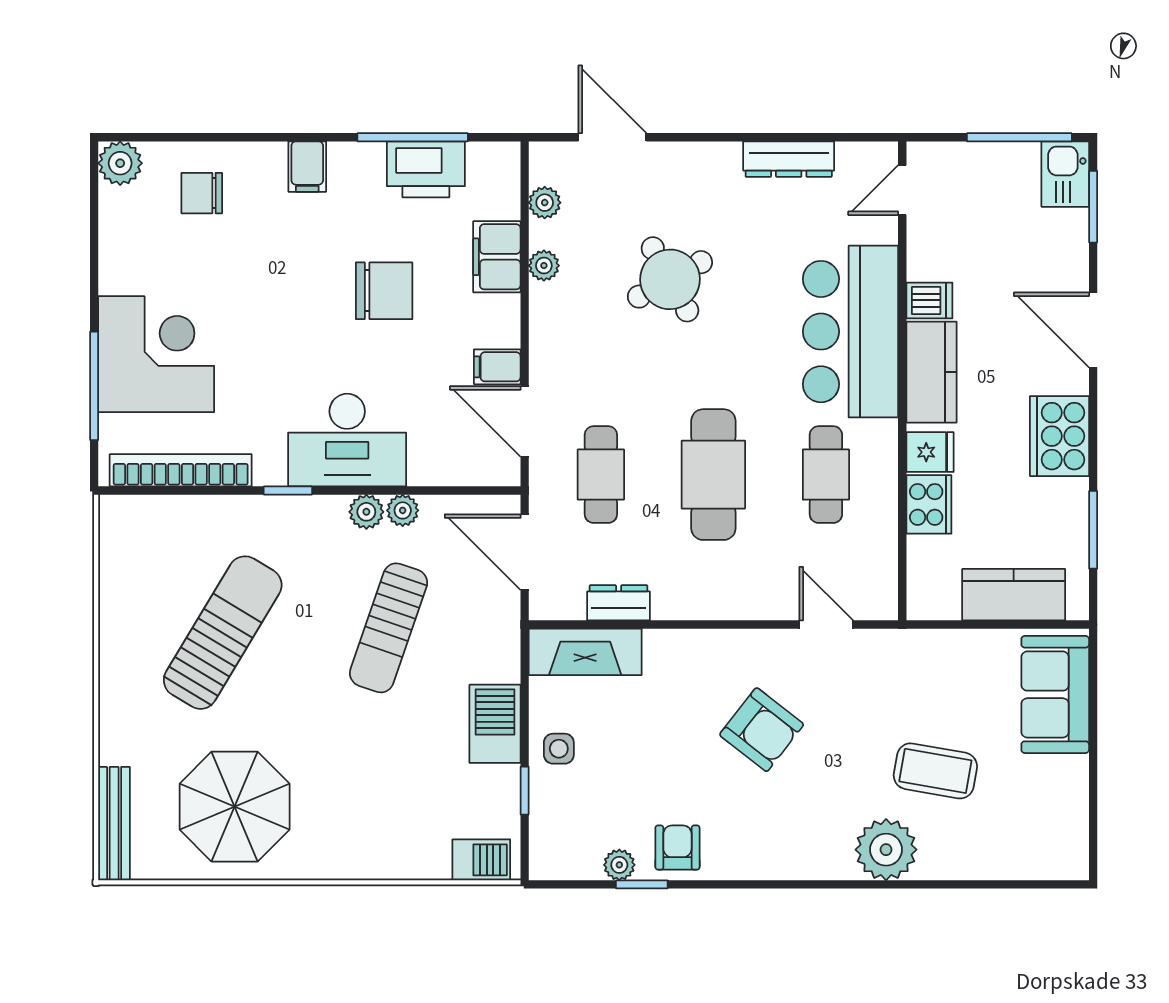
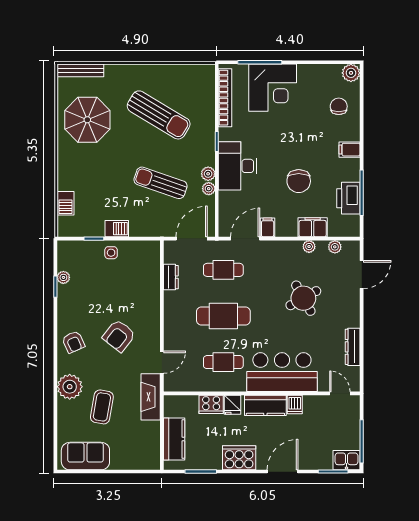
fireplace: (585, 652) -> (151, 397), moved
sofa: (1055, 694) -> (85, 456), moved
barbecue: (495, 724) -> (117, 229), width x0.73, depth x0.79
armchair: (677, 848) -> (73, 342), moved, turned 66
barbecue: (481, 860) -> (65, 203), moved

